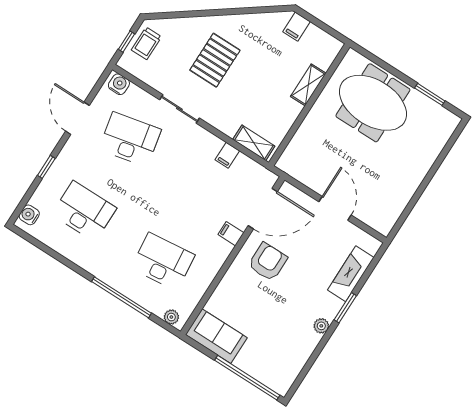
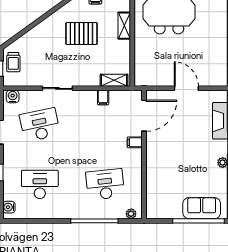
pallet: (215, 60) -> (81, 34), moved, turned 90
armchair: (268, 262) -> (167, 145), removed
sofa: (216, 336) -> (202, 208), moved

